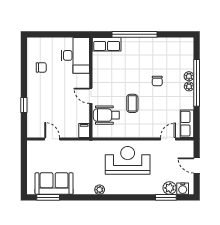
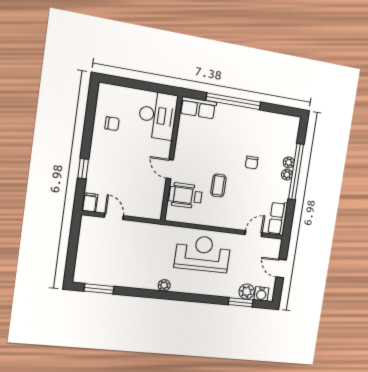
filing cabinet: (84, 130) -> (90, 202), moved
sofa: (54, 184) -> (109, 272), removed

